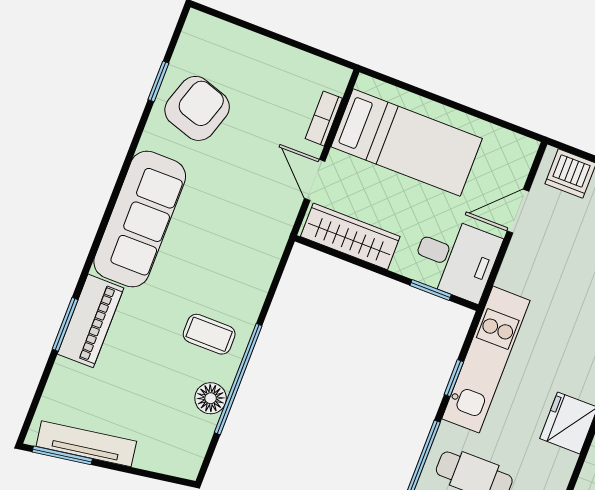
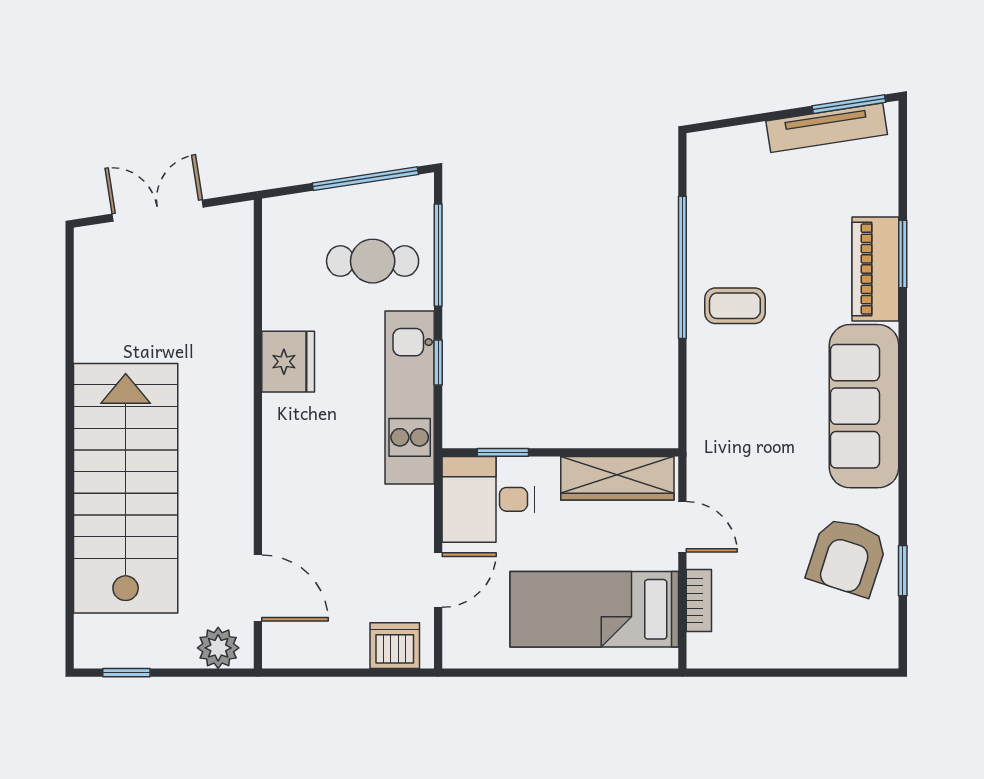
floor lamp: (211, 398) -> (705, 234), removed

